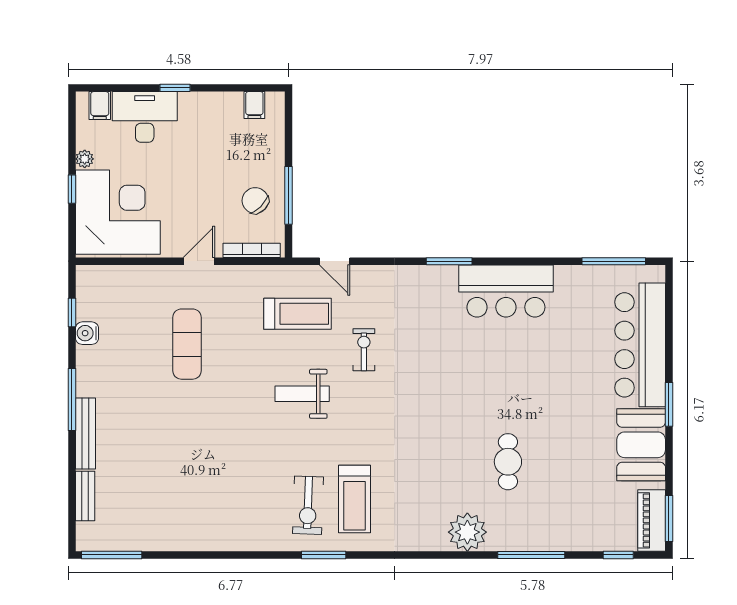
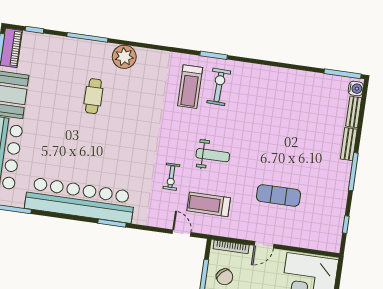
bar counter: (506, 291) -> (80, 200), width x1.86
water cooler: (87, 333) -> (356, 88), moved
exercise mat: (187, 344) -> (278, 195), turned 90
bench: (86, 433) -> (349, 144), width x0.73
treadmill: (355, 499) -> (190, 87), turned 180

